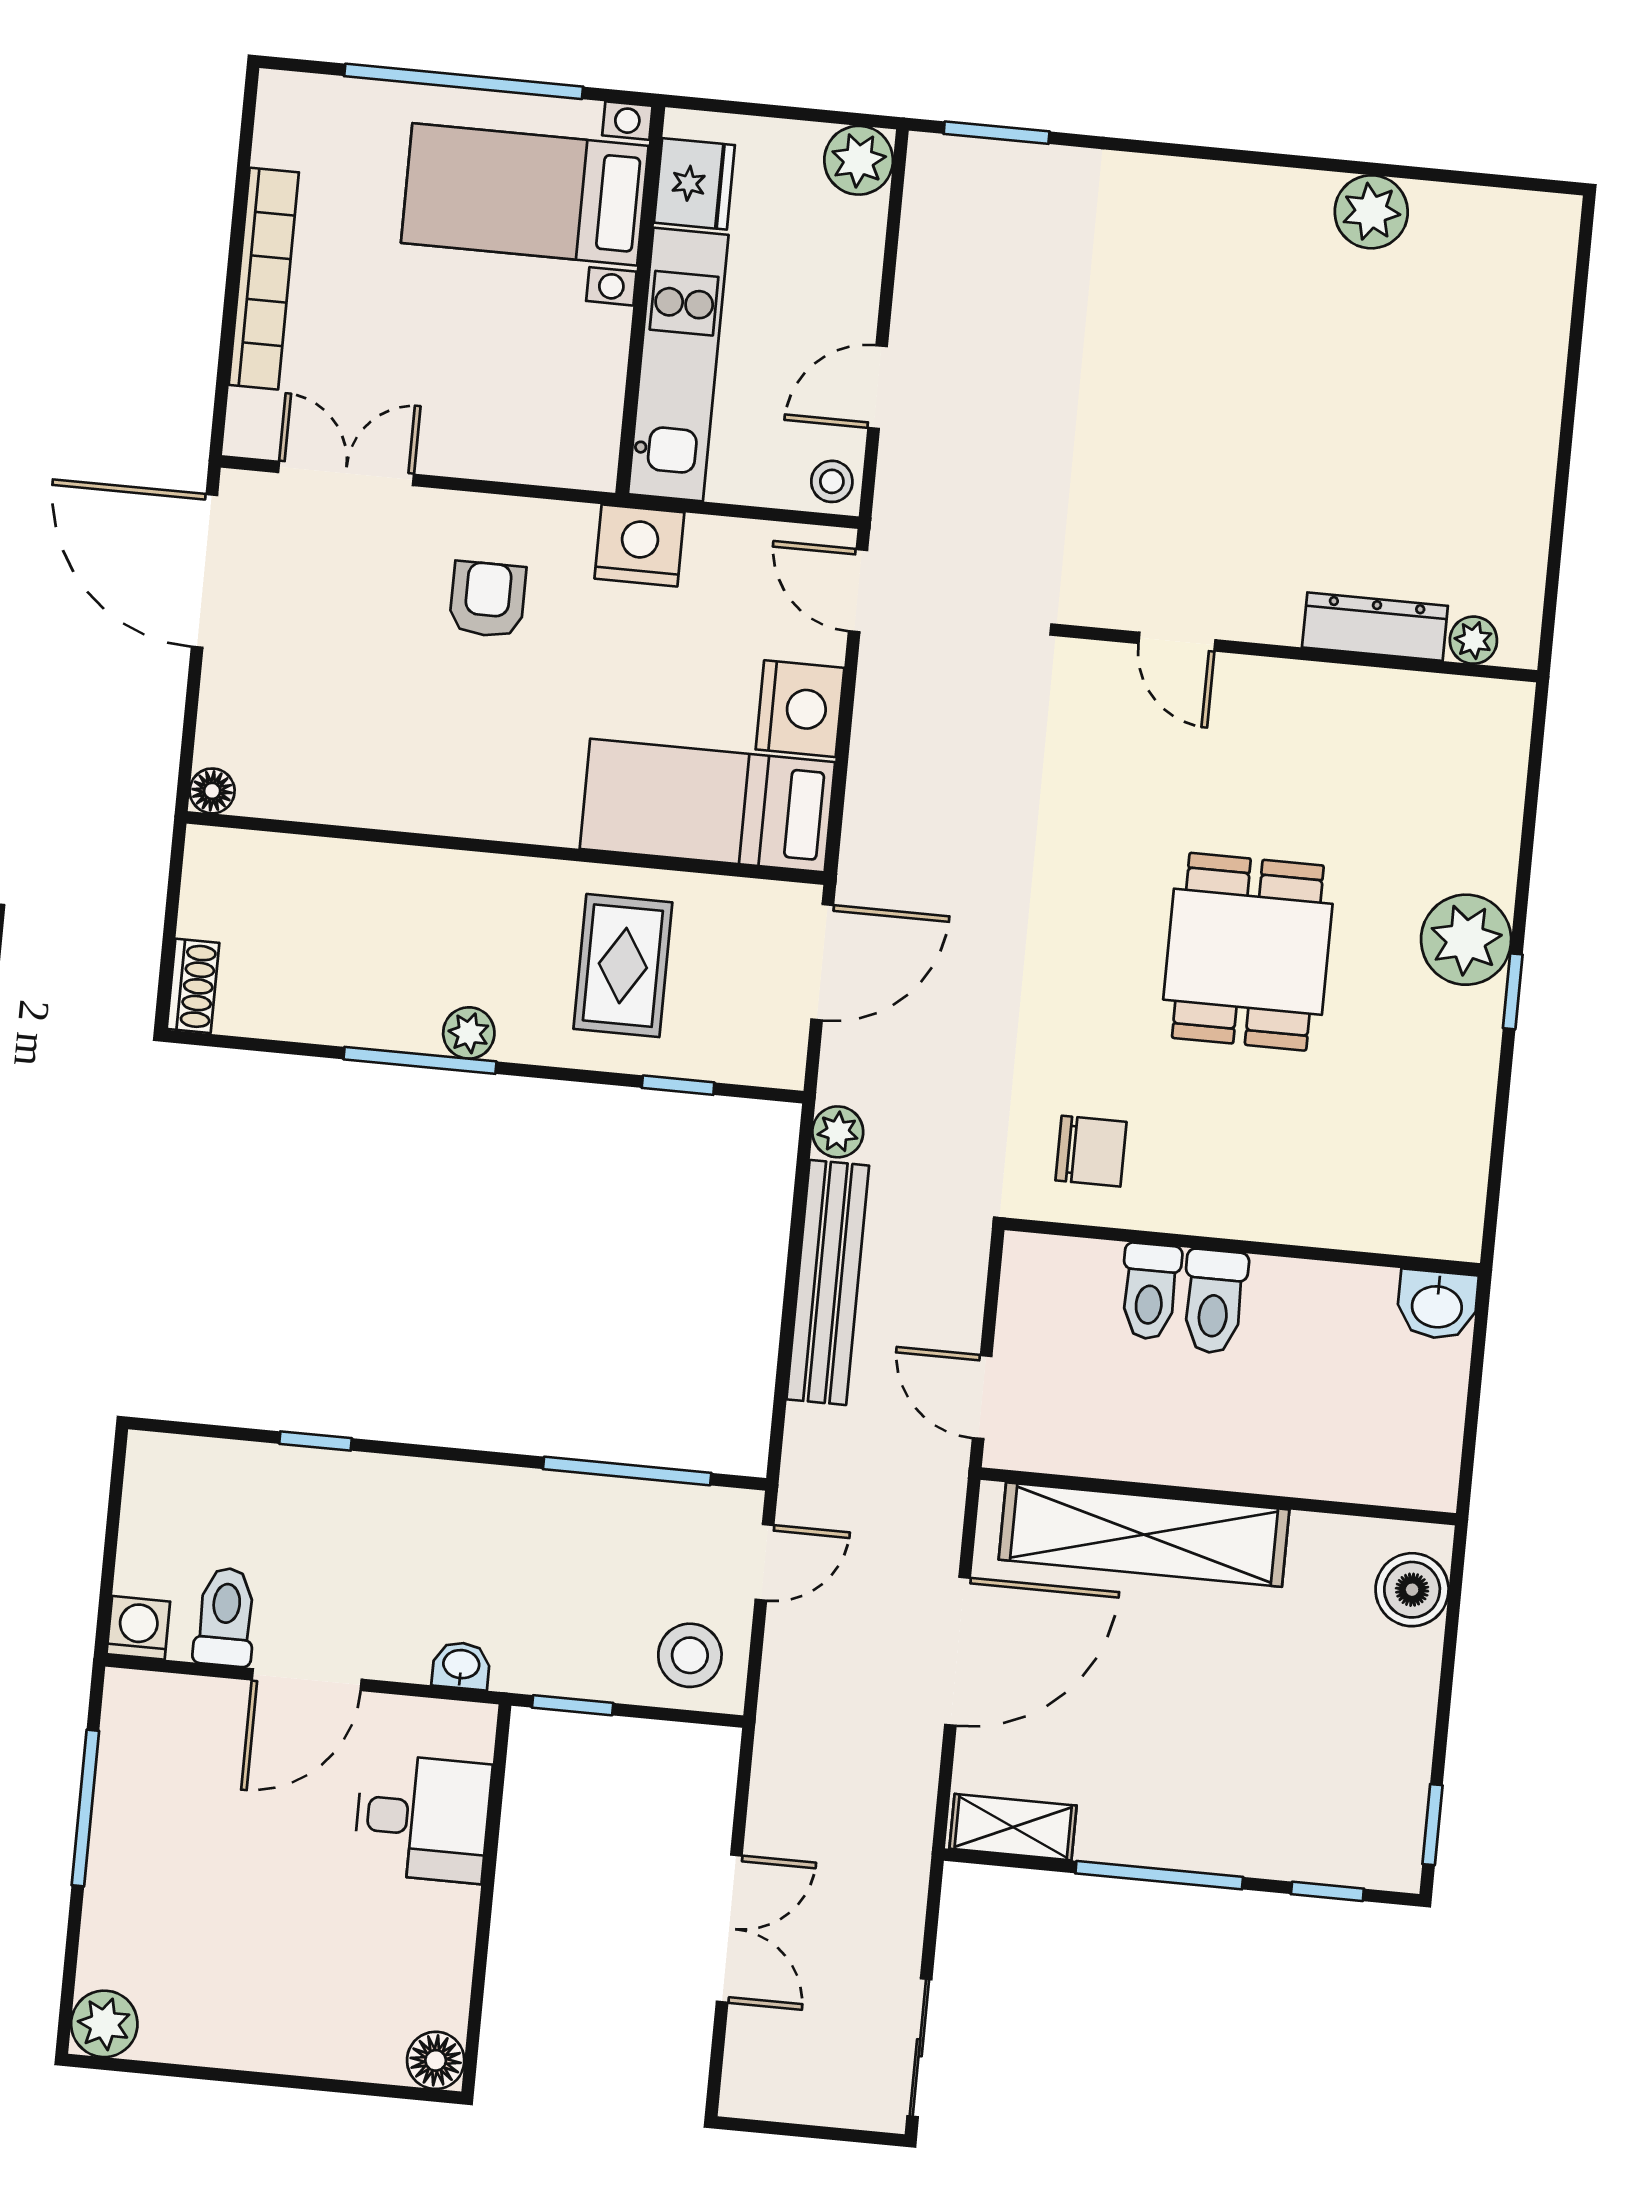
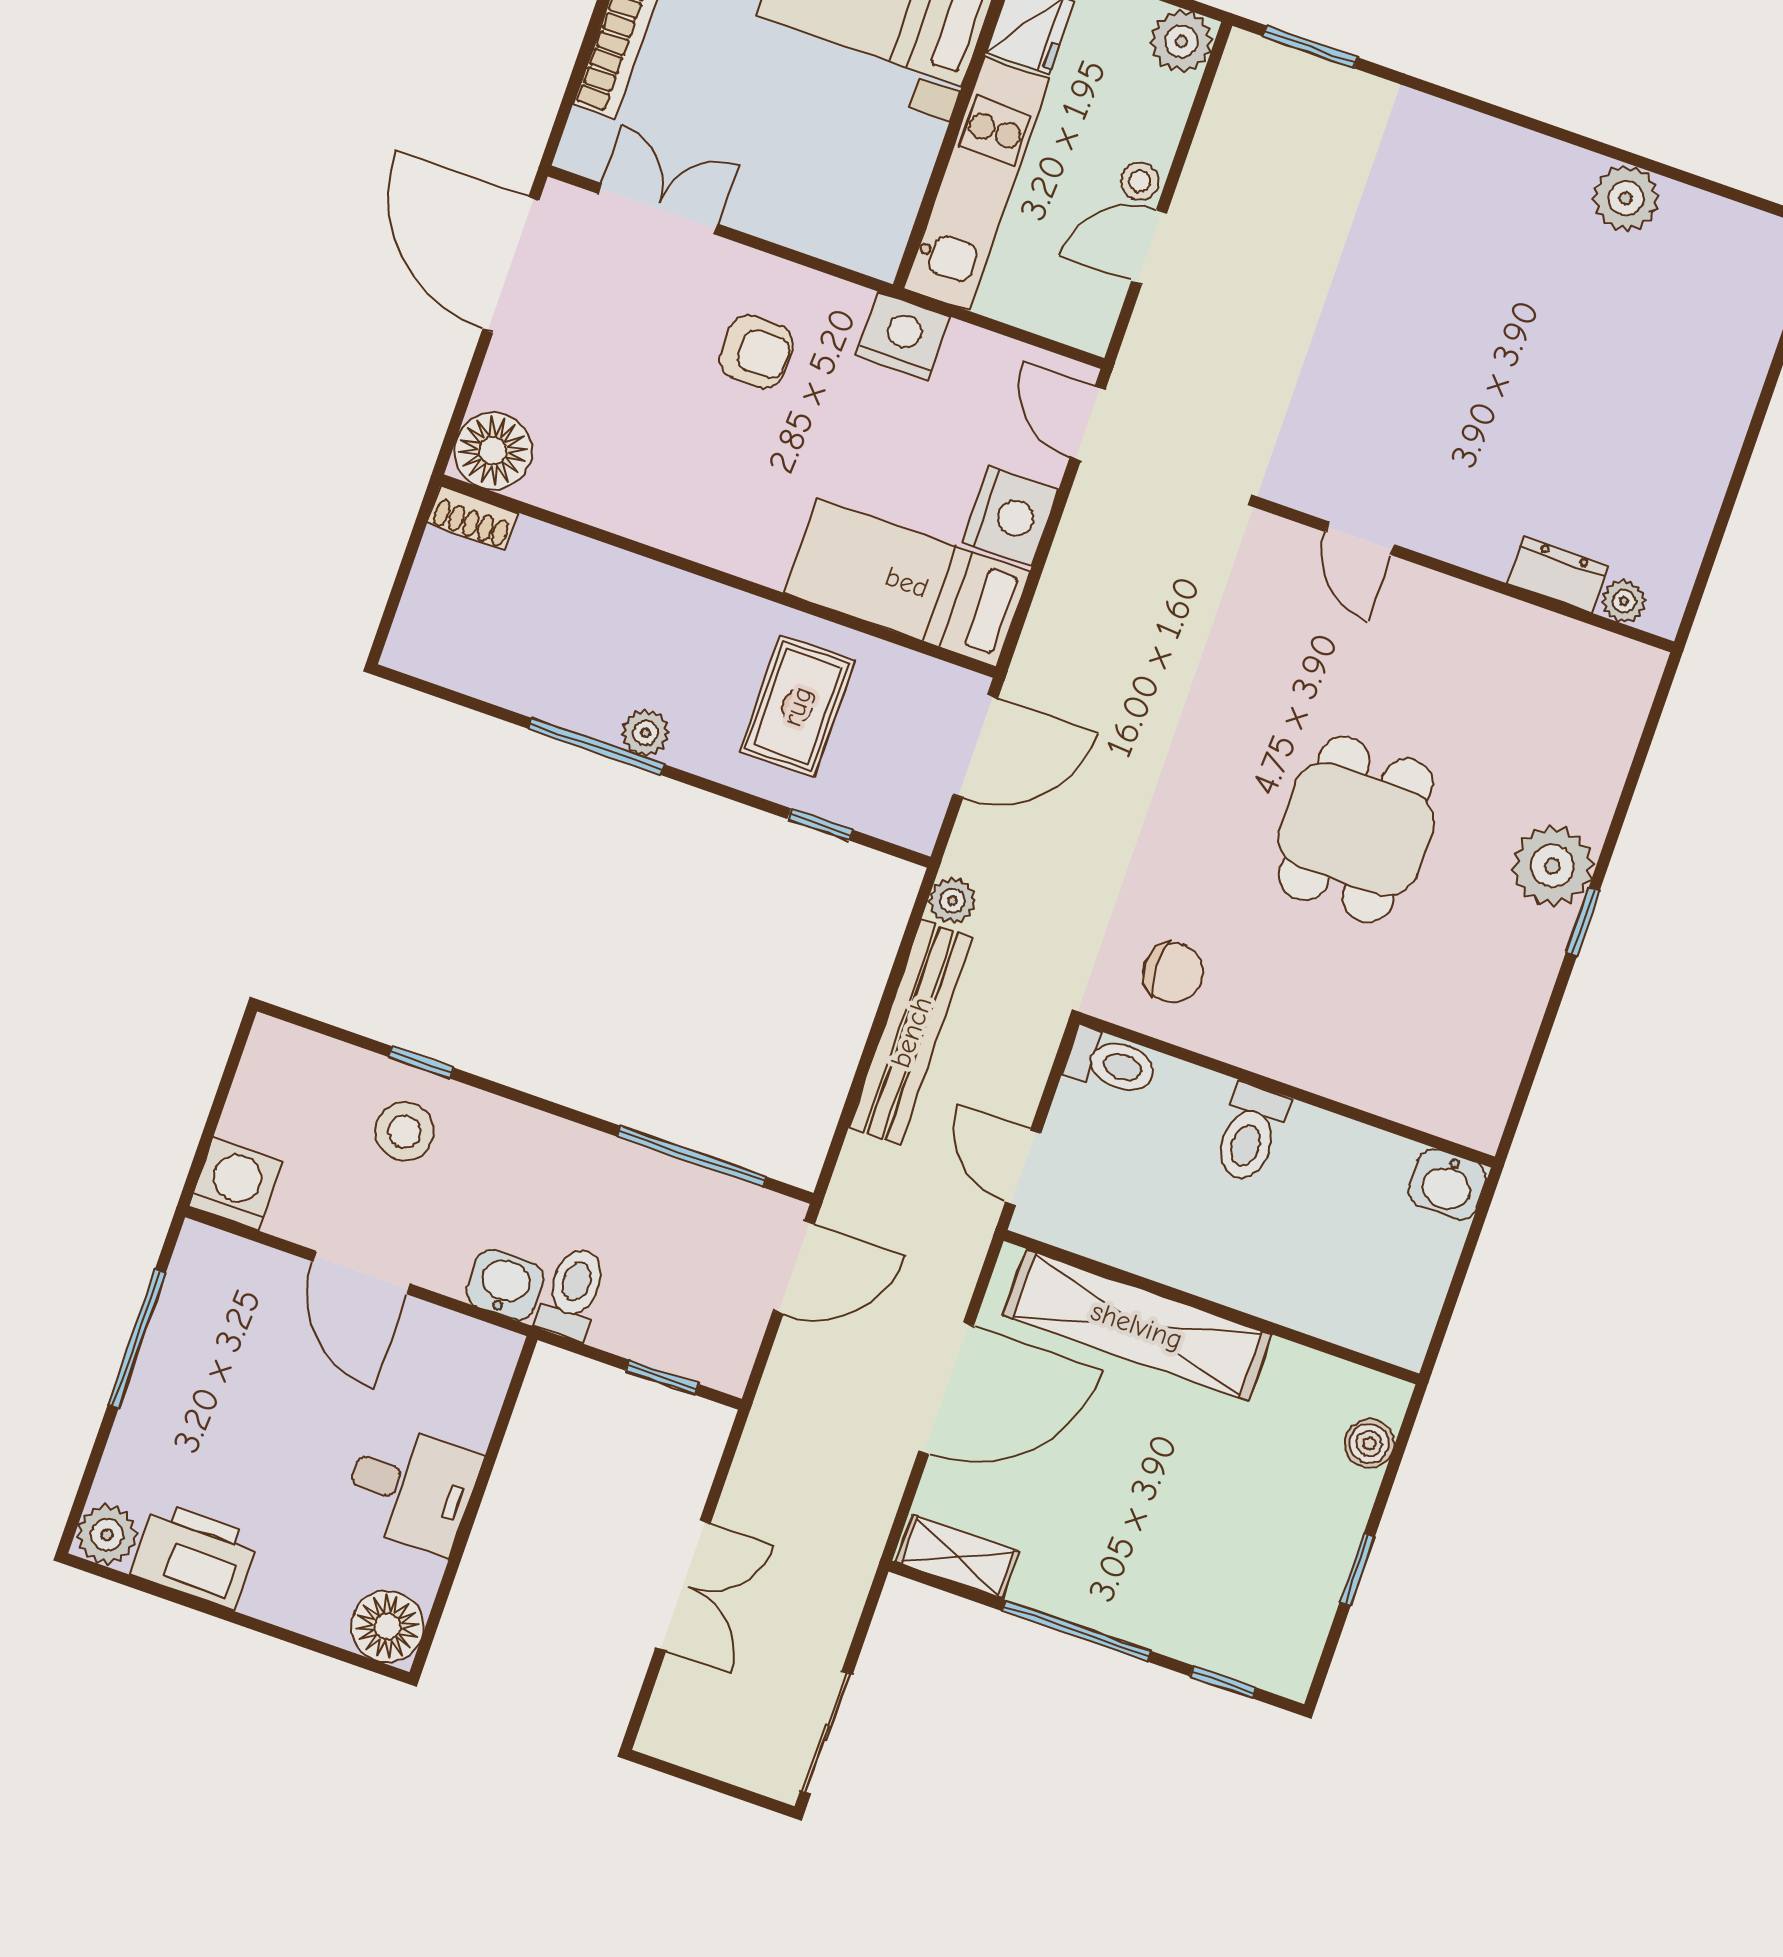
stool: (832, 481) -> (1140, 181), moved
armchair: (488, 599) -> (756, 351), turned 90
dresser: (1375, 627) -> (1558, 574), width x0.70
floor lamp: (212, 791) -> (493, 451), width x1.89, depth x1.89
shoe rack: (193, 986) -> (473, 518), moved, turned 90
toilet: (1150, 1291) -> (1111, 1063), moved, turned -90
door: (764, 1562) -> (794, 1267), width x1.37
boiler: (1412, 1590) -> (1369, 1443), width x0.73, depth x0.73
toilet: (225, 1617) -> (573, 1293), moved
washing machine: (138, 1628) -> (236, 1184), width x1.38, depth x1.38
stool: (690, 1655) -> (405, 1131), moved
washbasin: (461, 1666) -> (505, 1285), width x1.38, depth x1.45
door: (307, 1680) -> (361, 1273), hinge flipped
window: (573, 1705) -> (662, 1377), moved
desk: (422, 1818) -> (411, 1488), moved
window: (1432, 1825) -> (1357, 1569), moved
printer: (203, 2023) -> (195, 1556), added
floor lamp: (436, 2060) -> (387, 1626), width x1.38, depth x1.38

